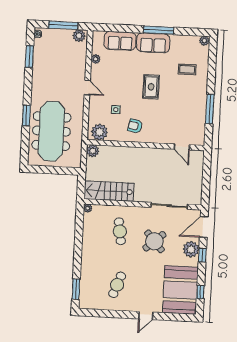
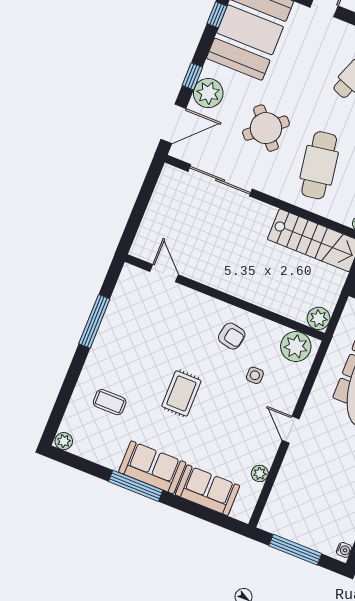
plant: (79, 36) -> (275, 523), removed
cafe table: (120, 231) -> (319, 165), width x1.37, depth x1.35

